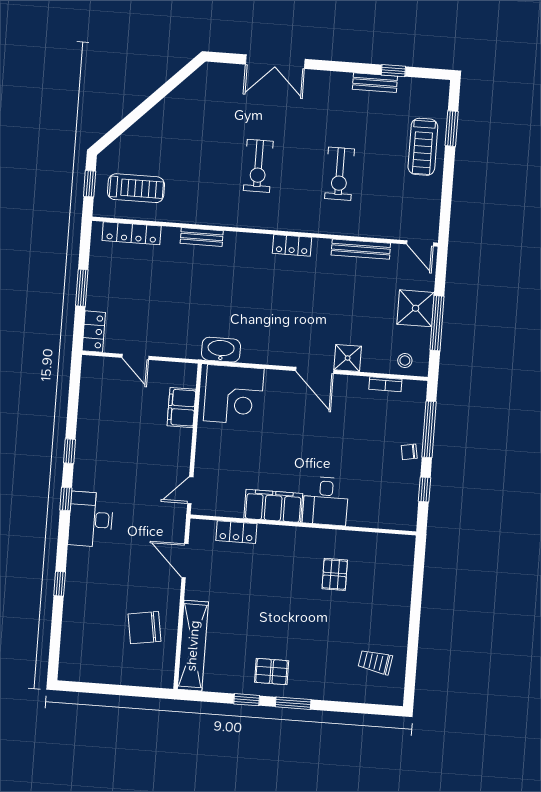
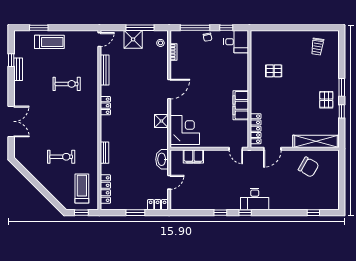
exercise bike: (258, 166) -> (61, 157), moved
washbasin: (221, 350) -> (162, 159), moved
shower: (348, 358) -> (161, 121), moved
desk: (326, 501) -> (236, 42), moved
locker: (236, 532) -> (256, 129), width x1.53
window: (60, 584) -> (313, 213), moved
chair: (144, 628) -> (309, 167), turned -51

